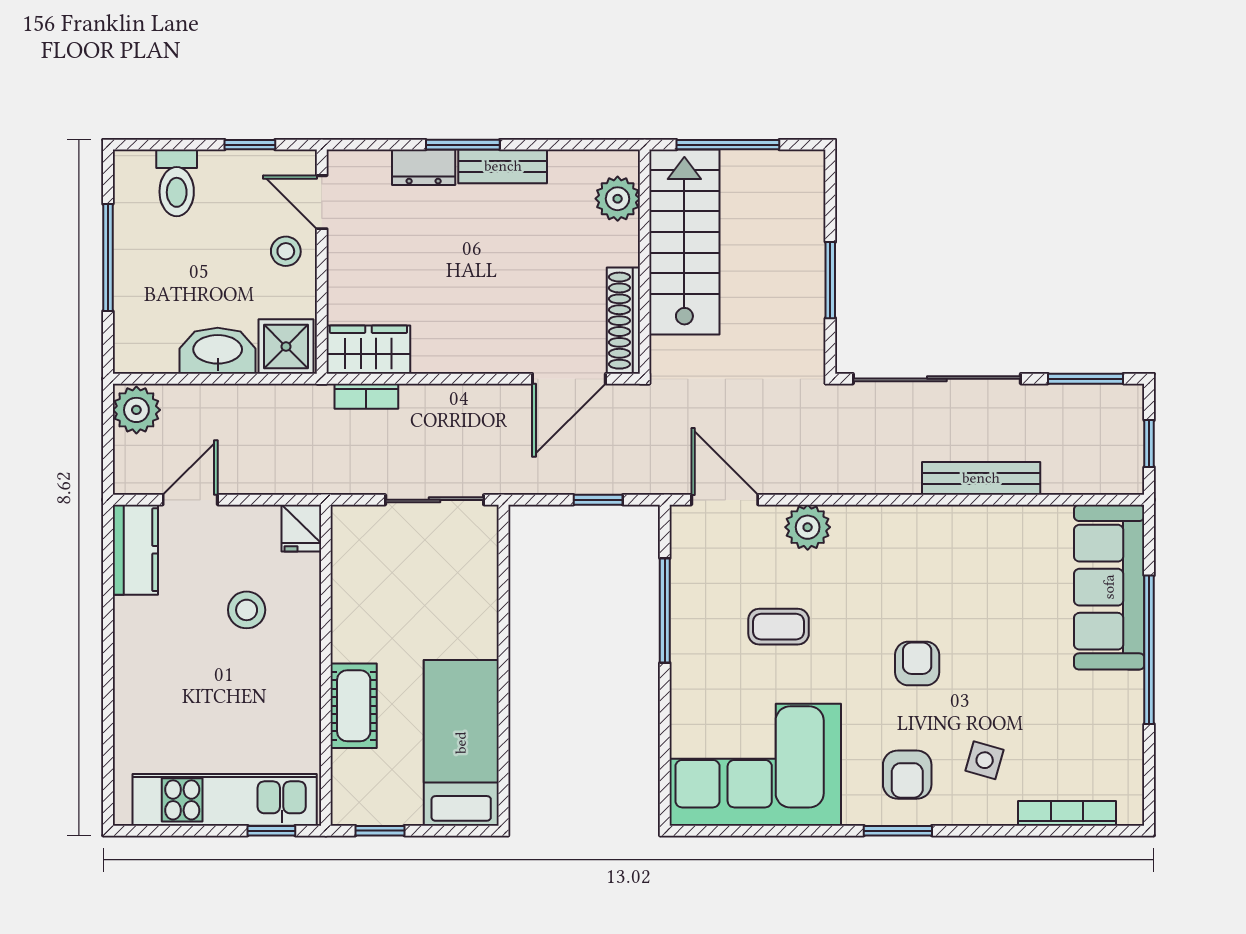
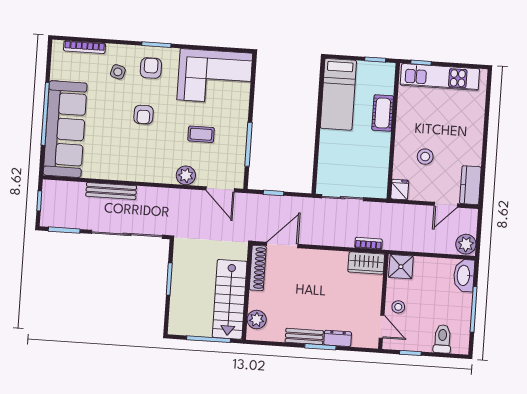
washbasin: (218, 351) -> (464, 275), moved, turned 90
sofa: (1109, 587) -> (65, 129), width x1.36, depth x1.27

